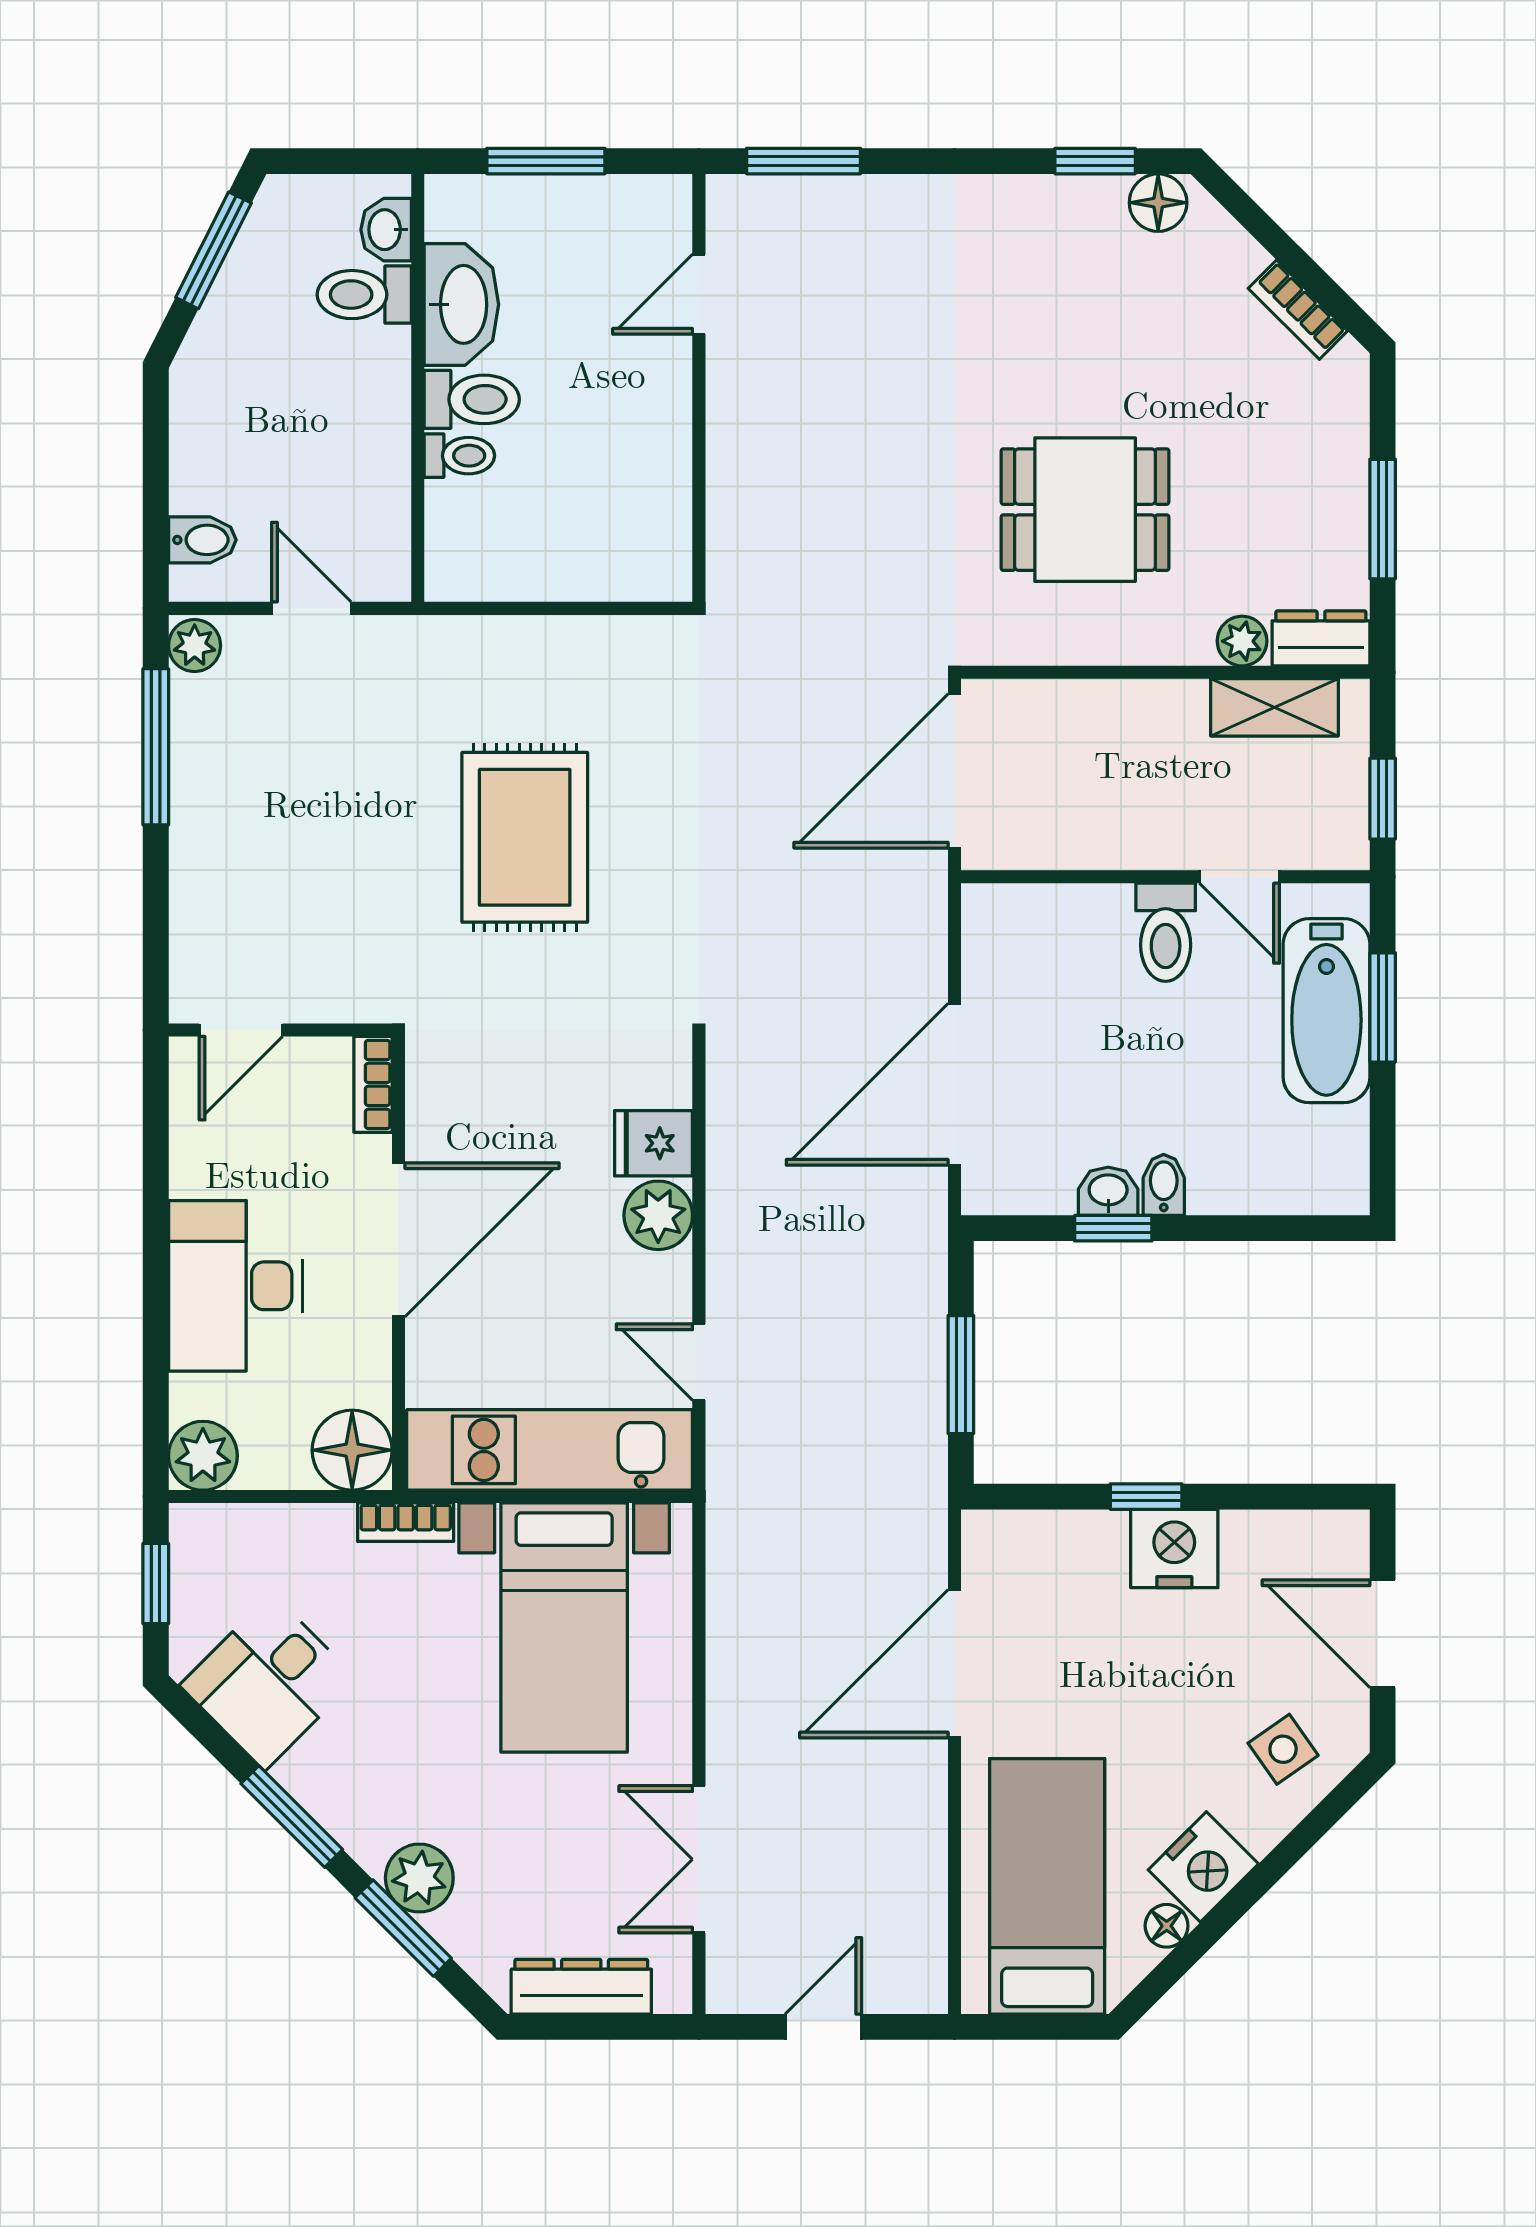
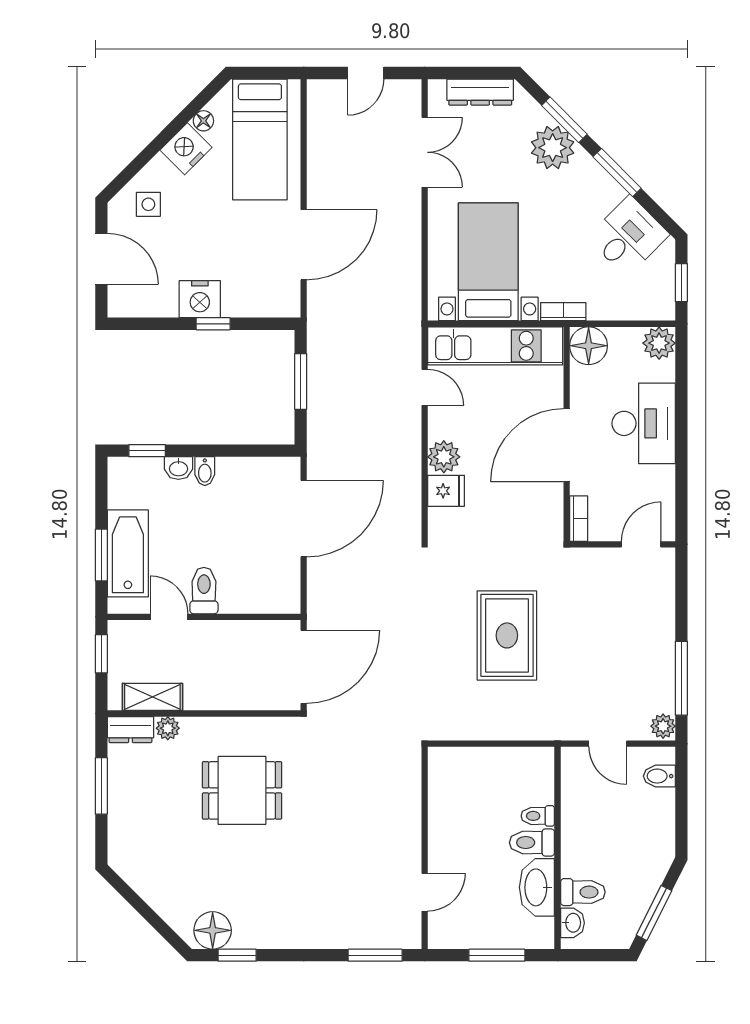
floor lamp: (1158, 203) -> (213, 930), width x1.38, depth x1.38
bookcase: (1298, 310) -> (141, 885), removed
washbasin: (1108, 1191) -> (178, 468), moved
window: (1113, 1228) -> (147, 451), moved
side table: (1283, 1749) -> (148, 204), turned 35
plant: (419, 1878) -> (553, 148), width x1.36, depth x1.36

